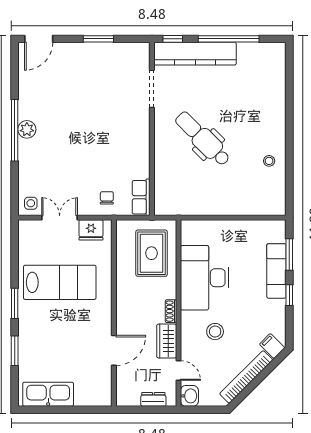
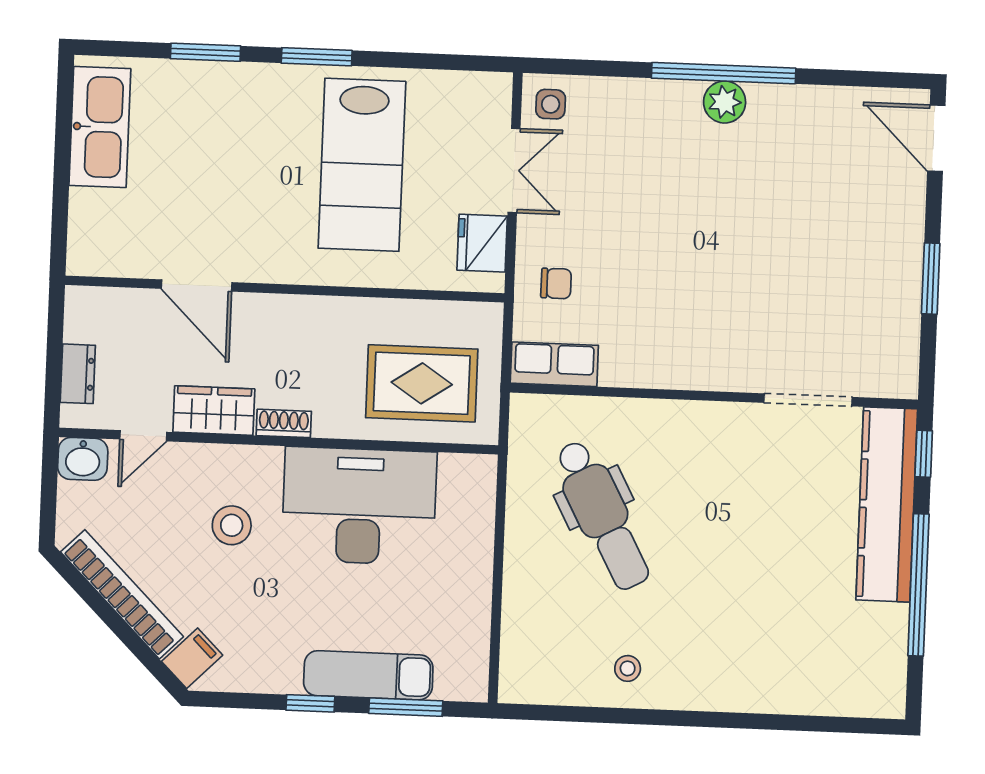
dental chair: (203, 139) -> (602, 515), moved, turned 107

